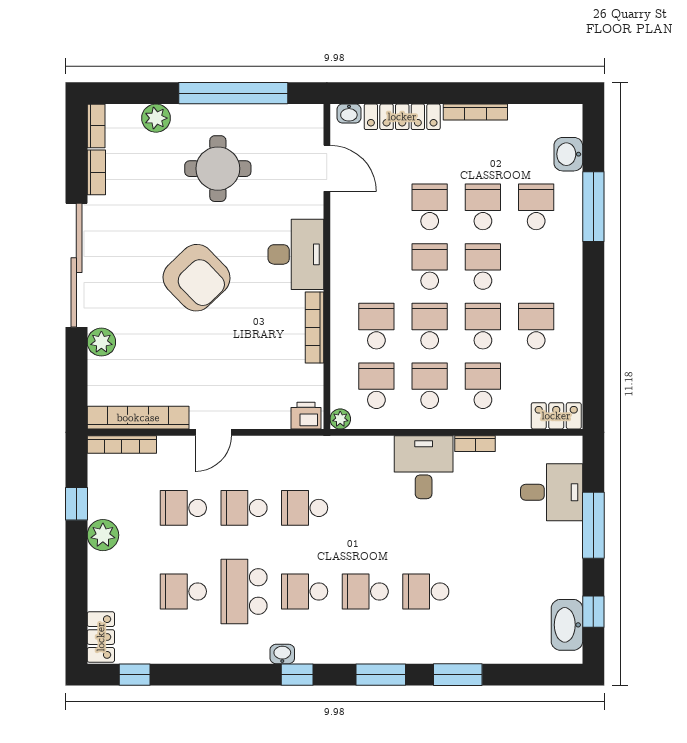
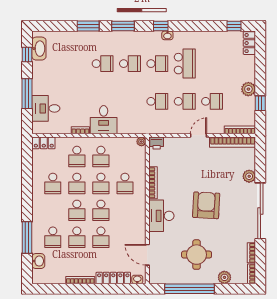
armchair: (197, 278) -> (206, 205), turned 47
school desk: (376, 386) -> (125, 157), removed
school desk: (183, 591) -> (212, 64), removed

